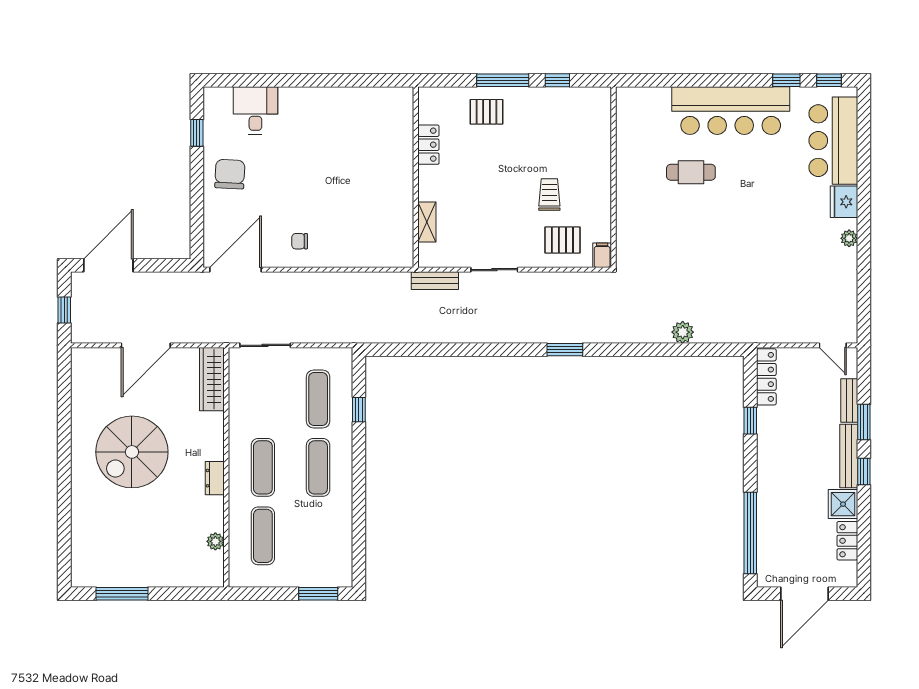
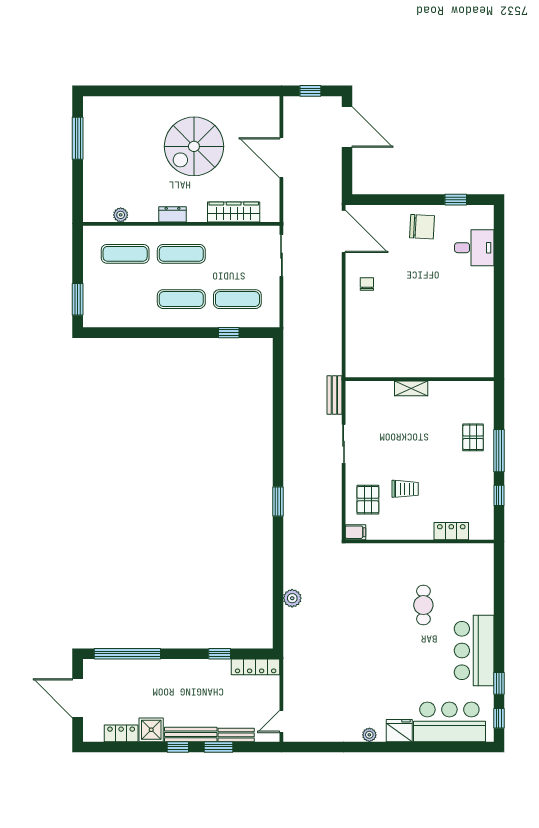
bar counter: (731, 111) -> (474, 651), width x0.73
locker: (428, 145) -> (451, 531), moved, turned 180
shelving: (427, 222) -> (411, 388), moved
wardrobe: (212, 379) -> (234, 212), moved
spiral stairs: (132, 452) -> (194, 146), turned -90

